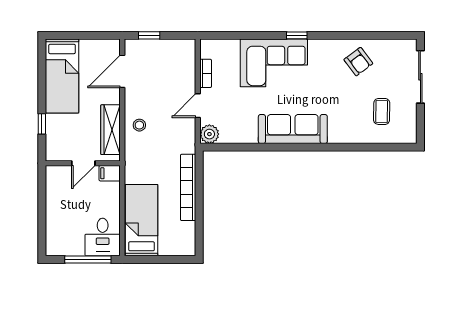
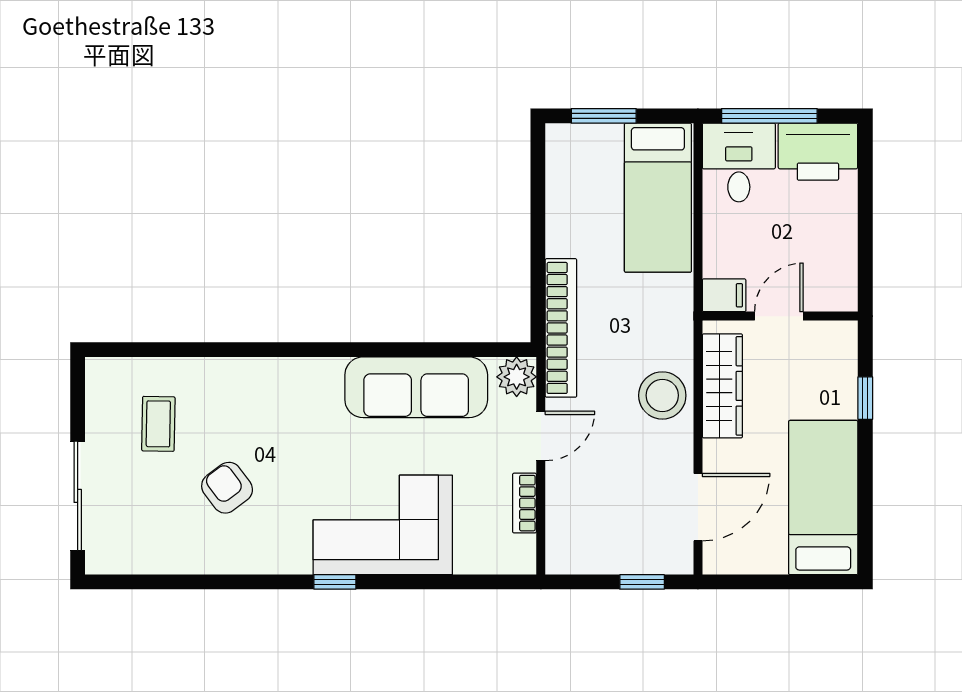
armchair: (358, 62) -> (227, 488), moved
stool: (139, 125) -> (662, 395), width x1.89, depth x1.89
sofa: (293, 129) -> (416, 387), moved
bookcase: (188, 187) -> (561, 328), moved
printer: (65, 242) -> (818, 152), added
window: (168, 260) -> (604, 116), added

